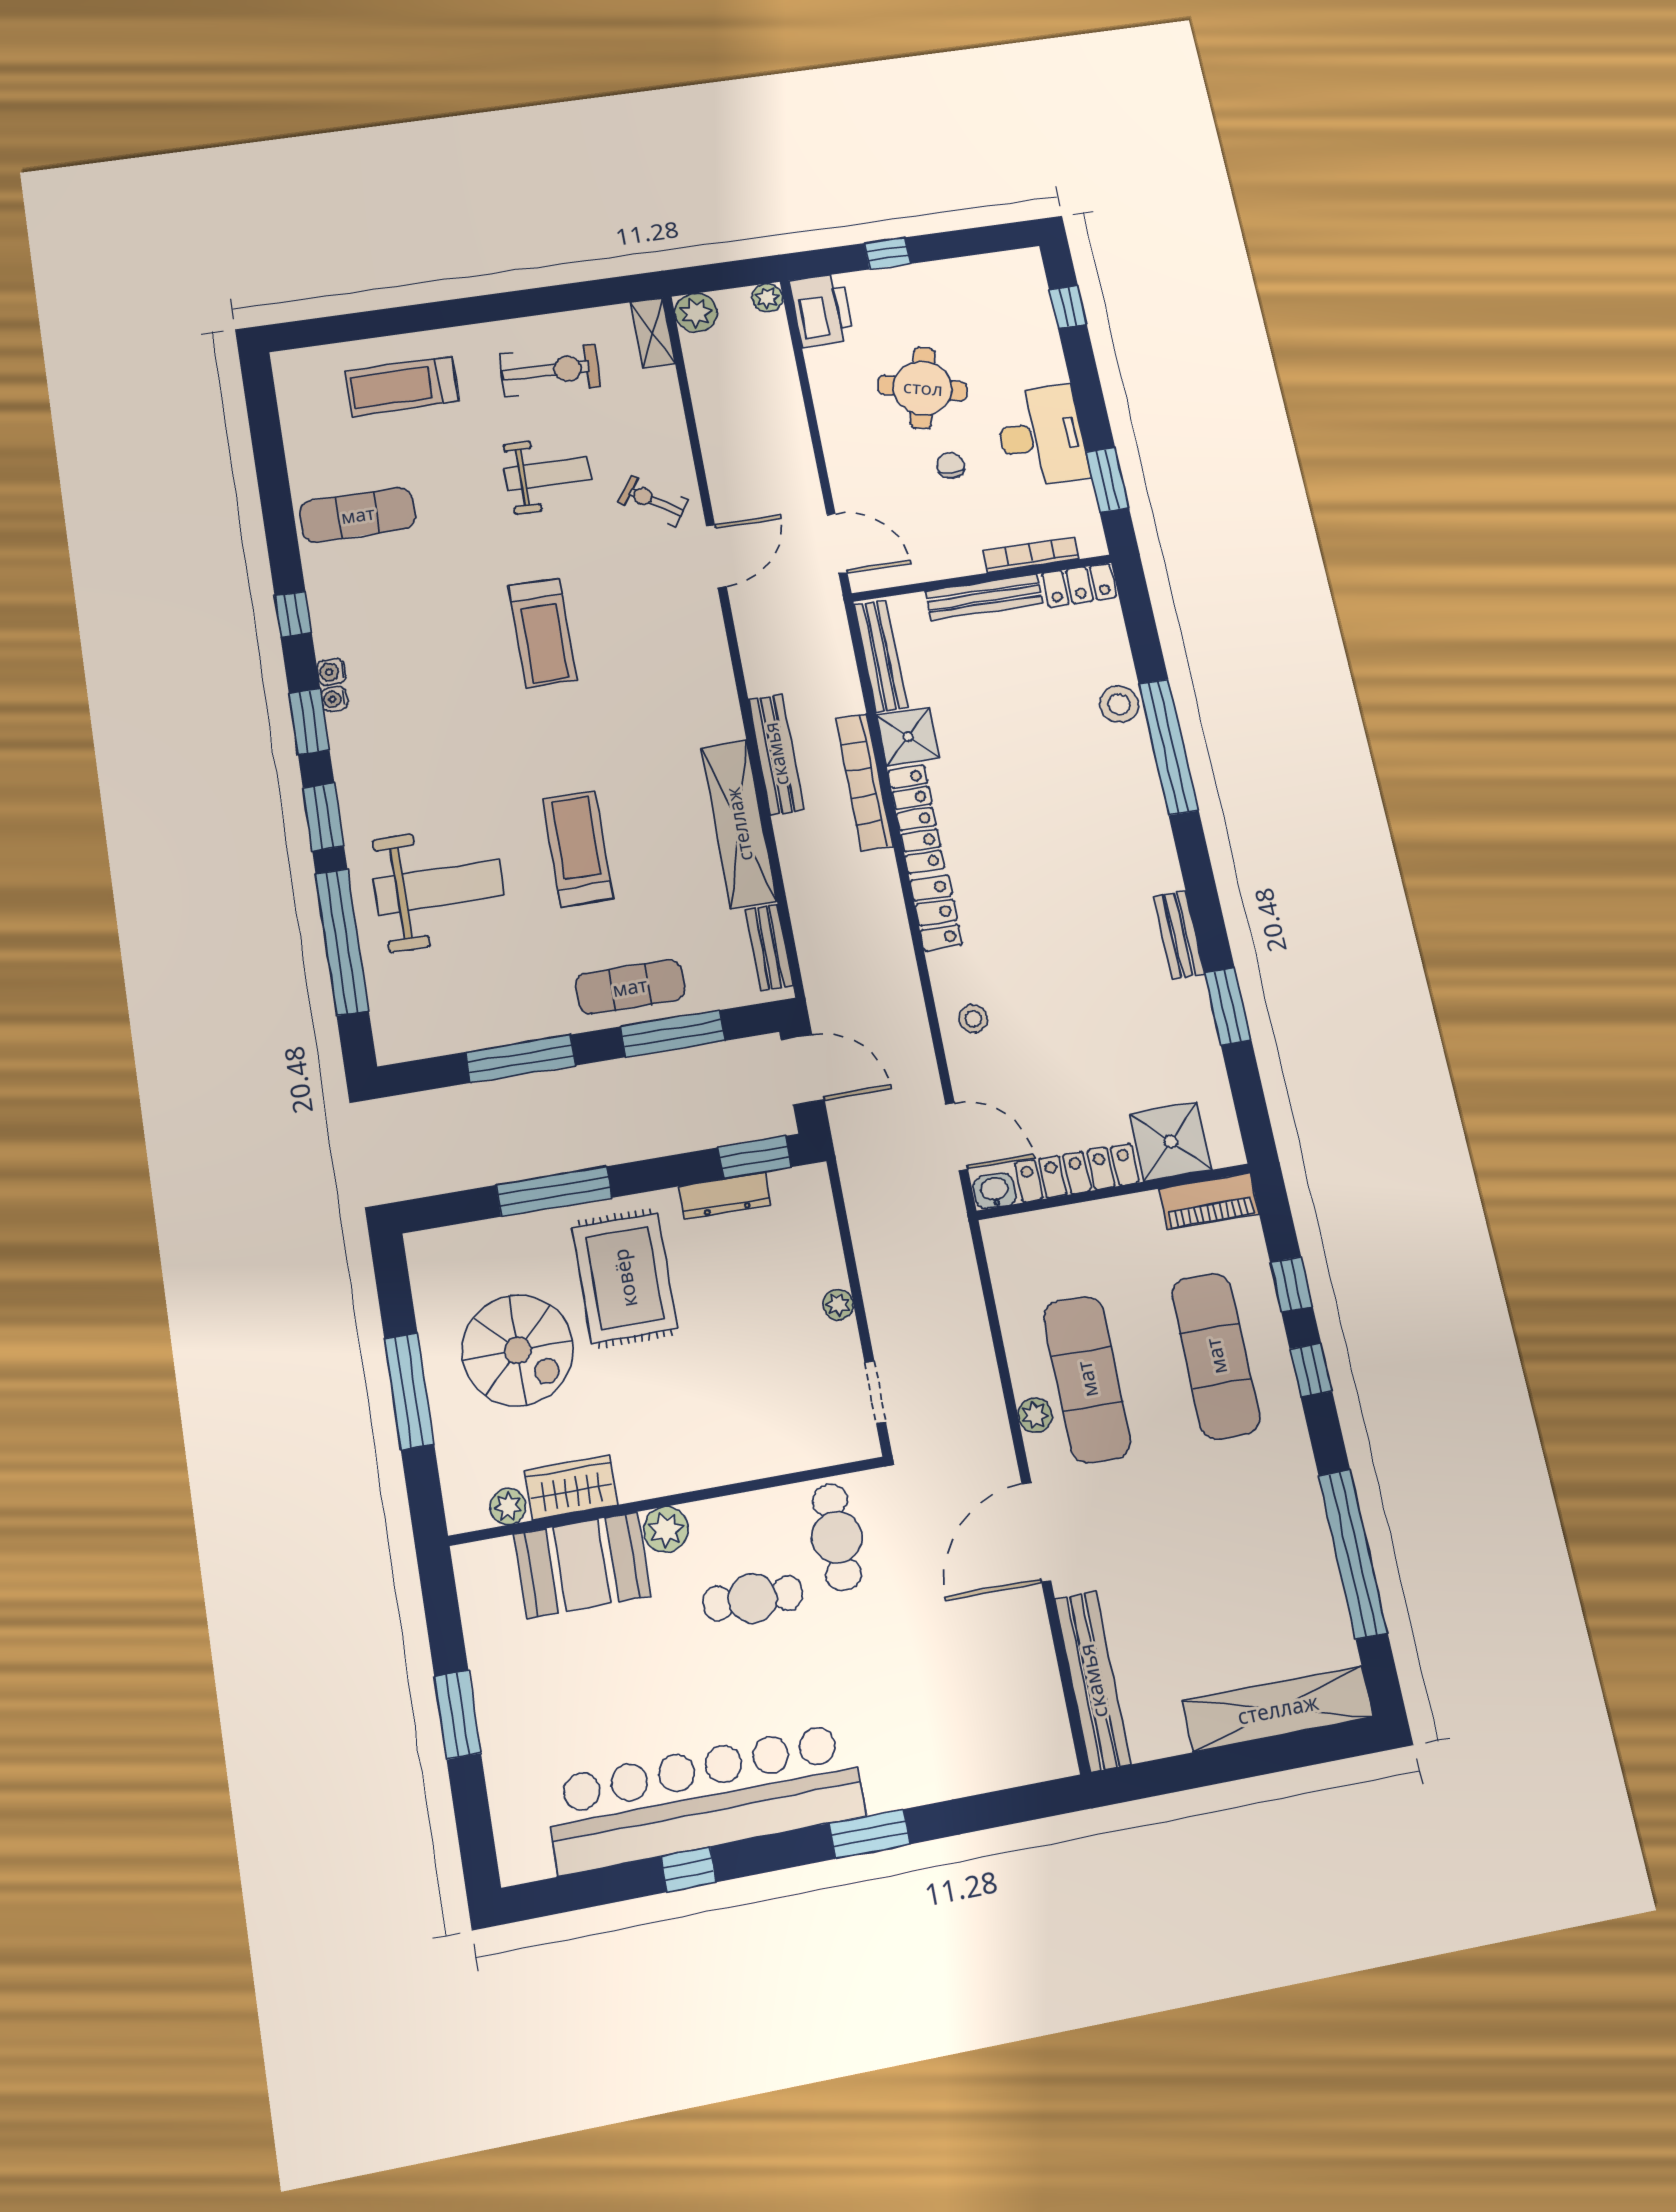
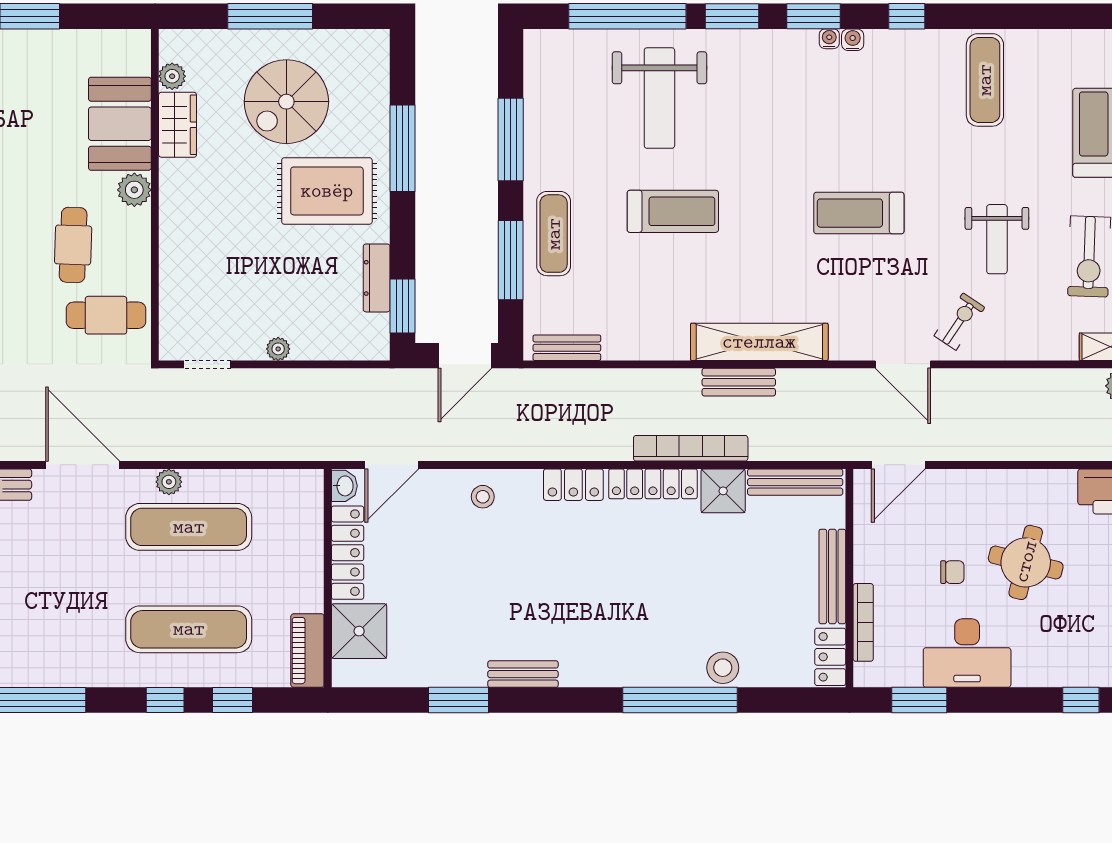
bench: (776, 754) -> (739, 382), width x0.73
shelving: (739, 824) -> (759, 342), moved

